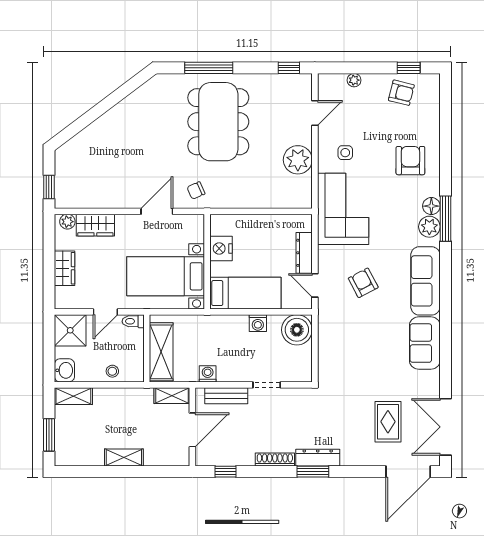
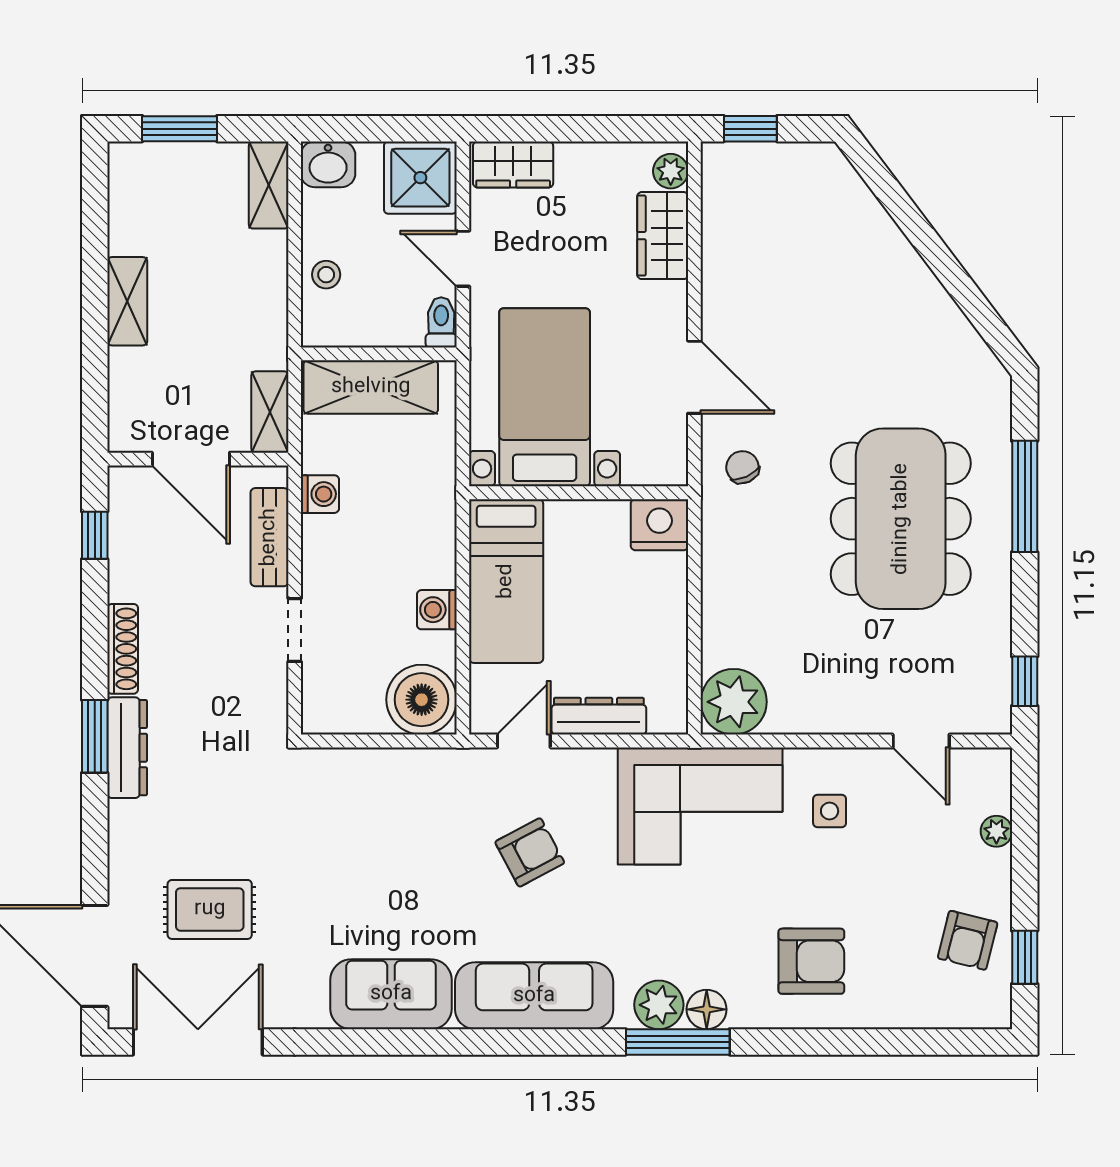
dining table: (218, 122) -> (901, 519), turned 90
plant: (298, 160) -> (734, 702), moved
nightstand: (221, 249) -> (659, 525), moved
wardrobe: (65, 268) -> (513, 165), moved

